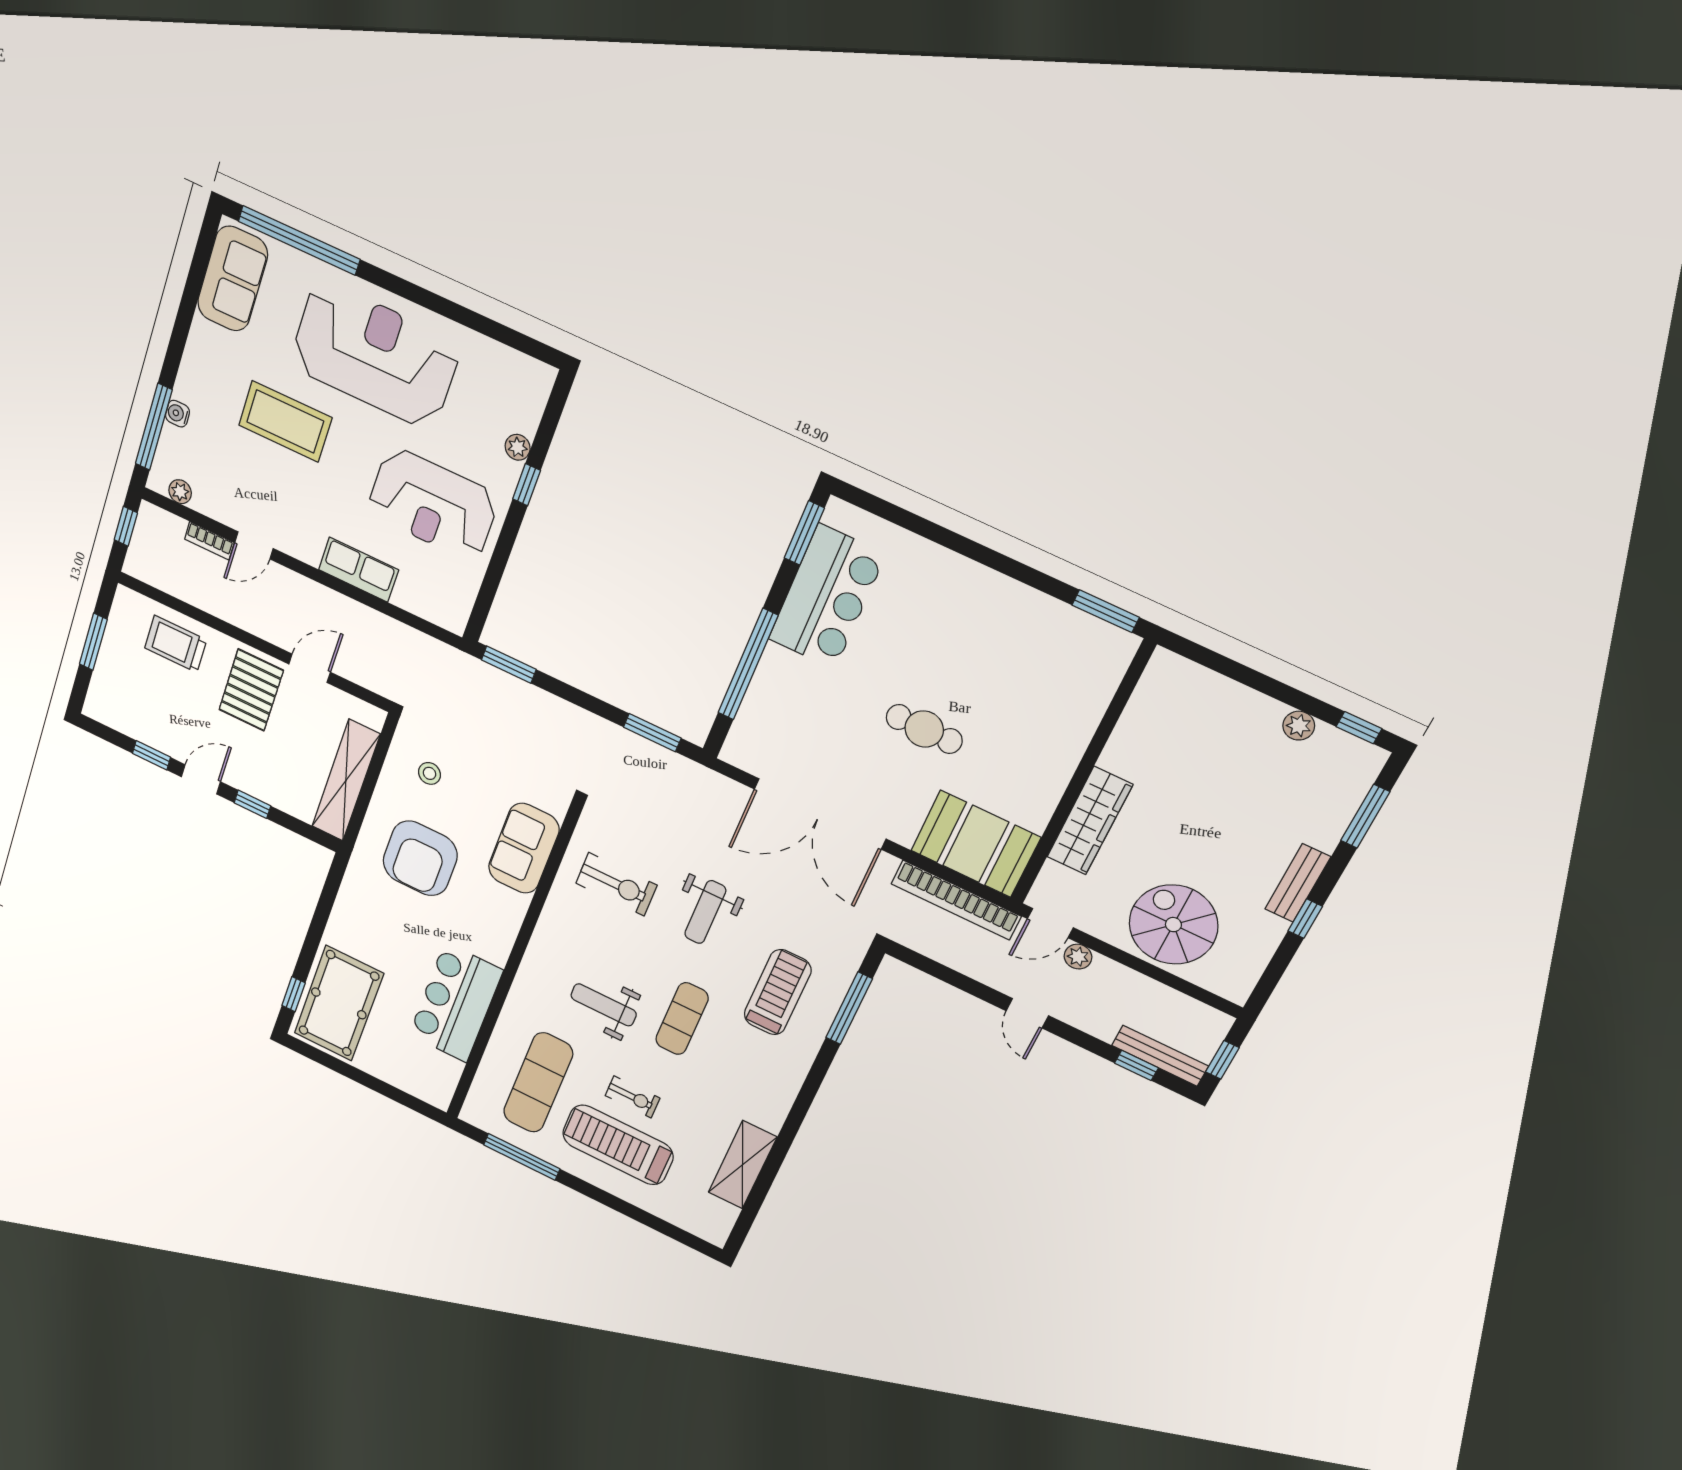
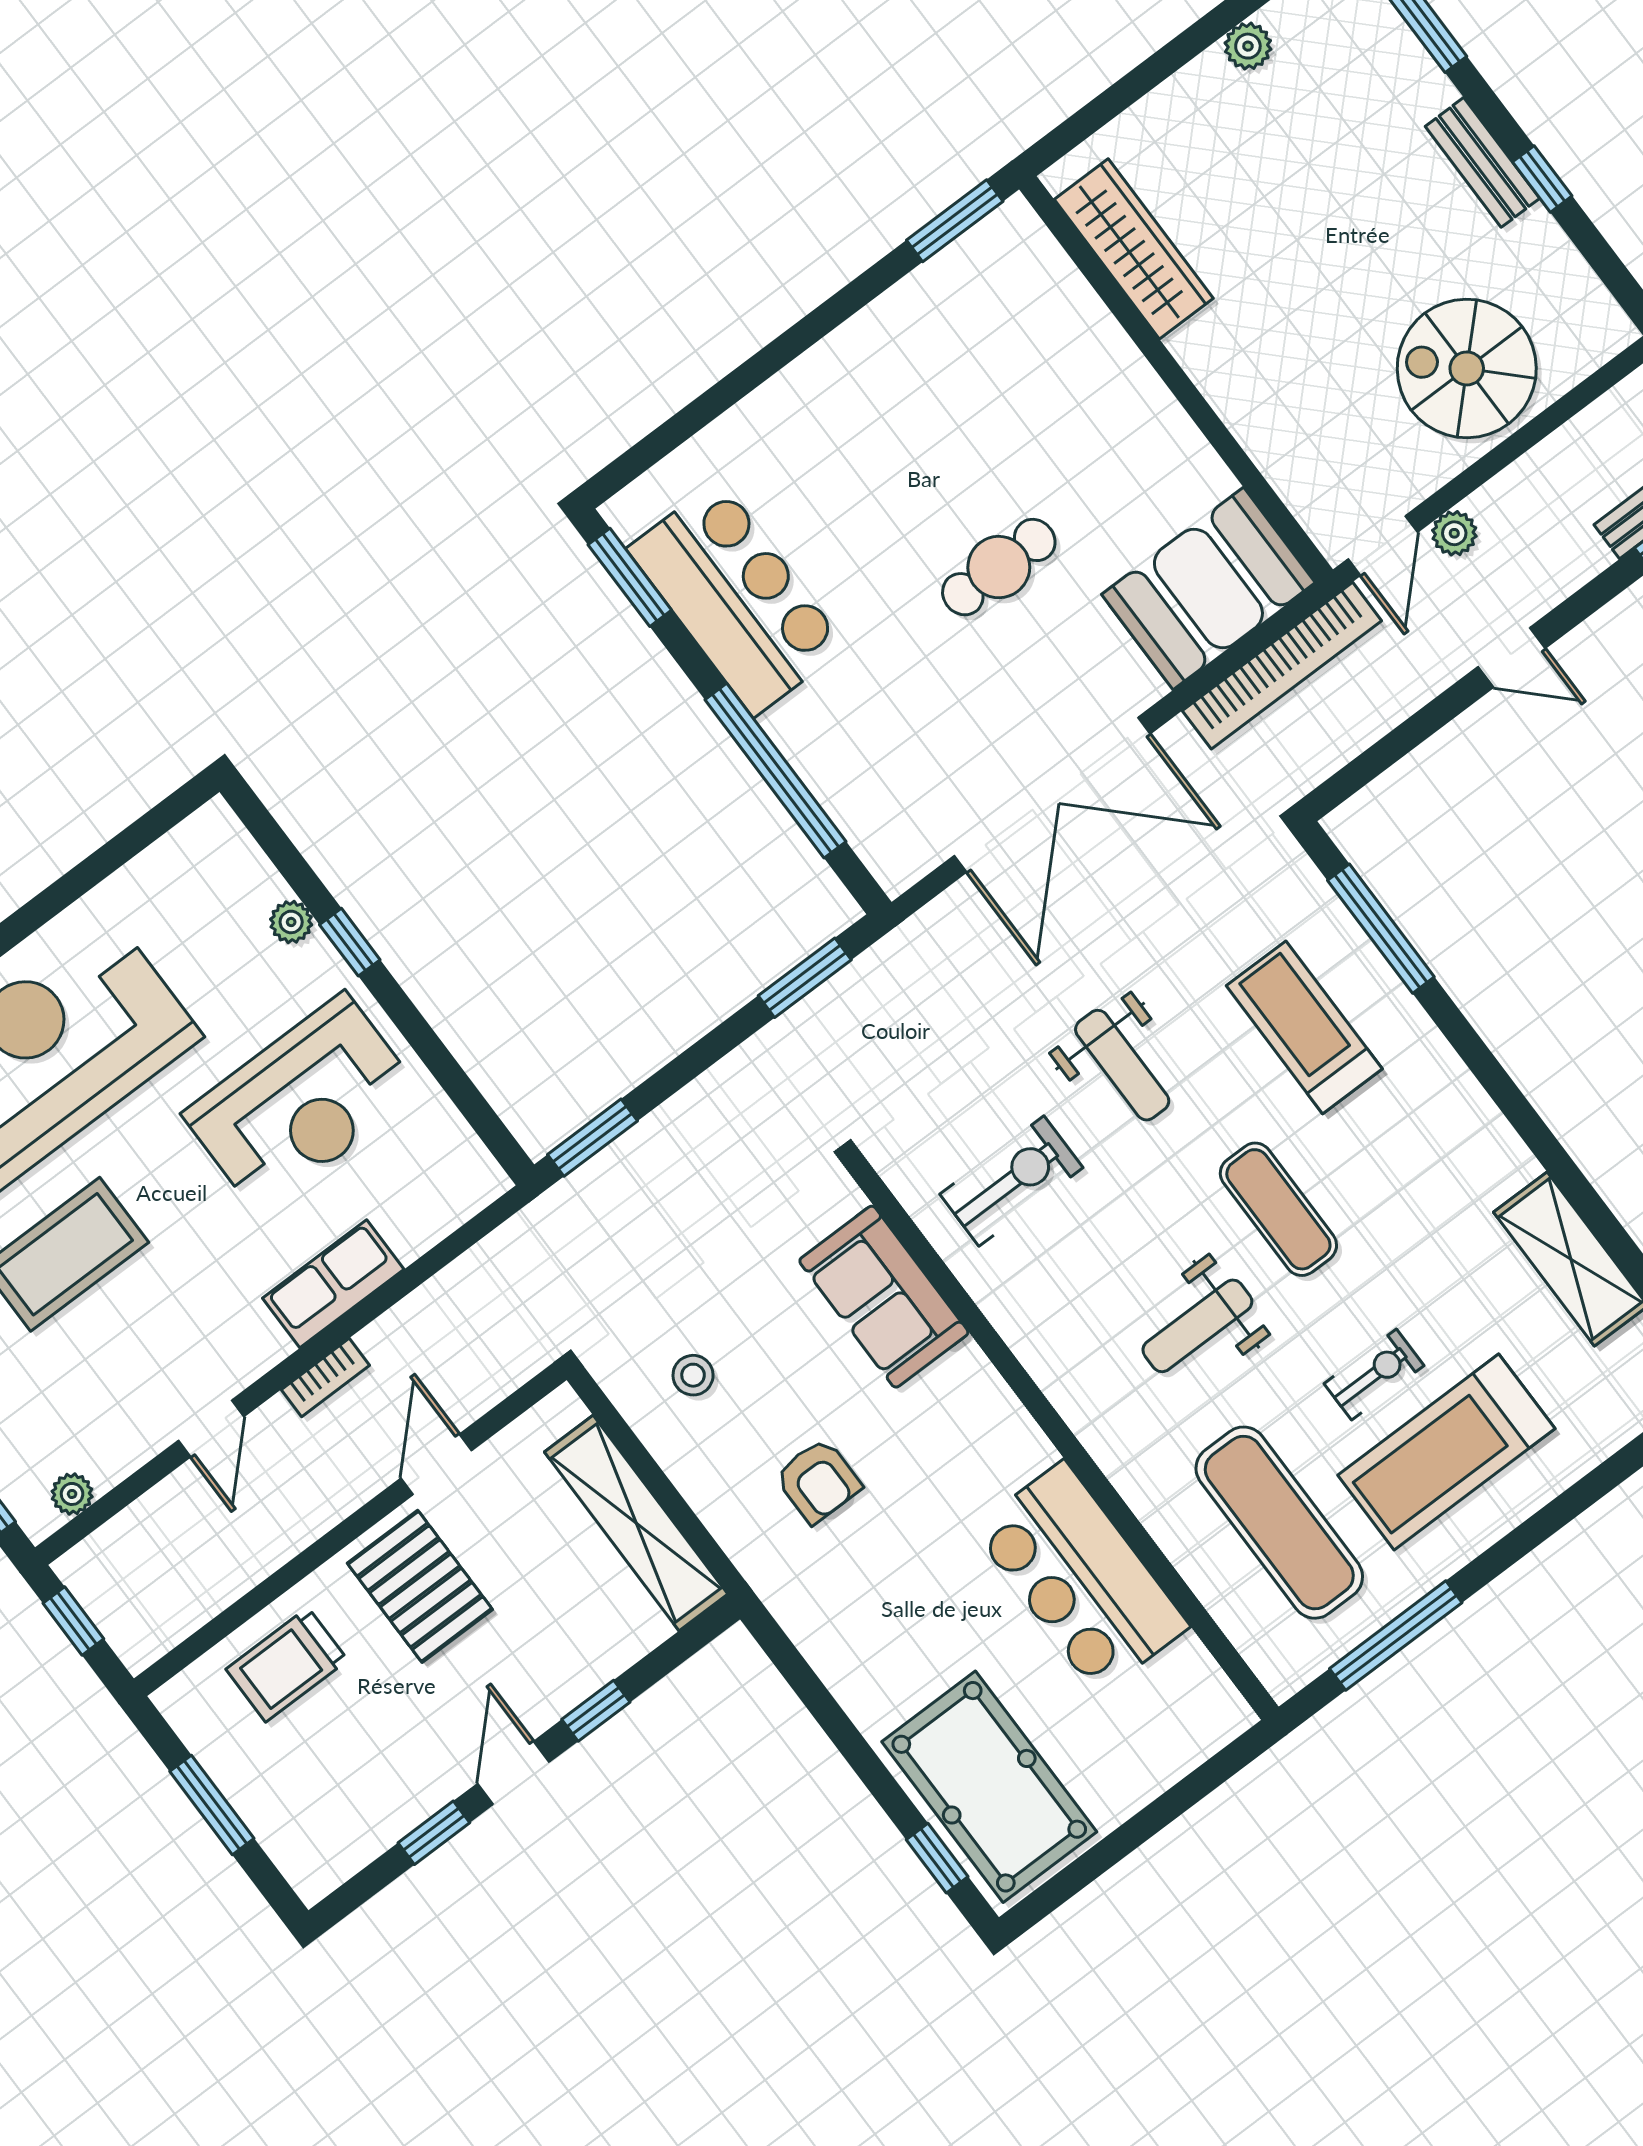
bookcase: (209, 541) -> (325, 1377), moved
wardrobe: (1090, 821) -> (1134, 249), moved
armchair: (420, 858) -> (818, 1481), width x0.53, depth x0.53

